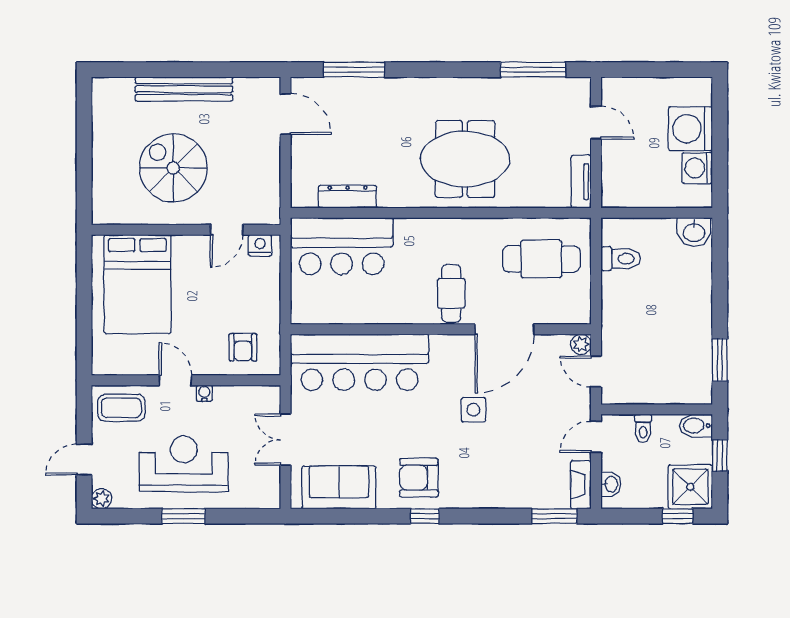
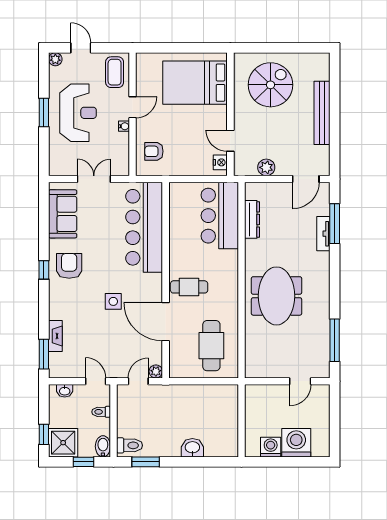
spiral stairs: (173, 168) -> (271, 85), moved
plant: (268, 175) -> (266, 167), added
tv unit: (581, 182) -> (323, 234), moved, turned -90
washbasin: (694, 232) -> (192, 448), moved, turned 90
toilet: (621, 259) -> (130, 445), moved, turned -90
fireplace: (581, 485) -> (55, 336), moved, turned 90

